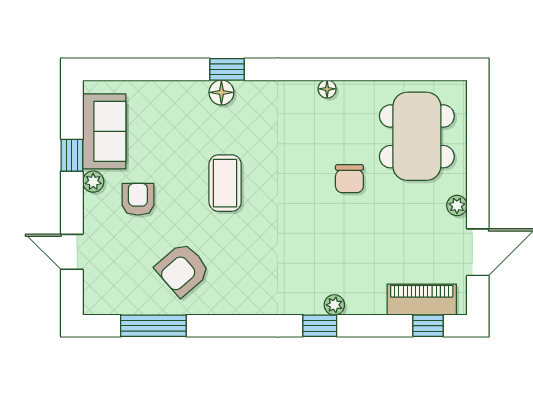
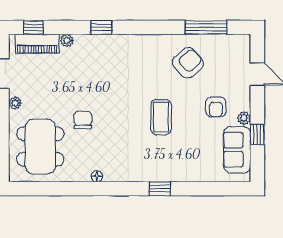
floor lamp: (221, 92) -> (163, 174), removed
plant: (334, 305) -> (67, 41), moved

